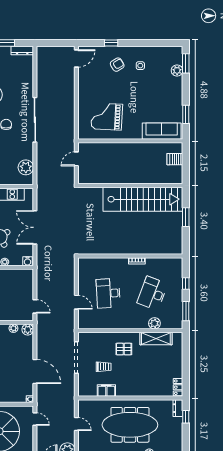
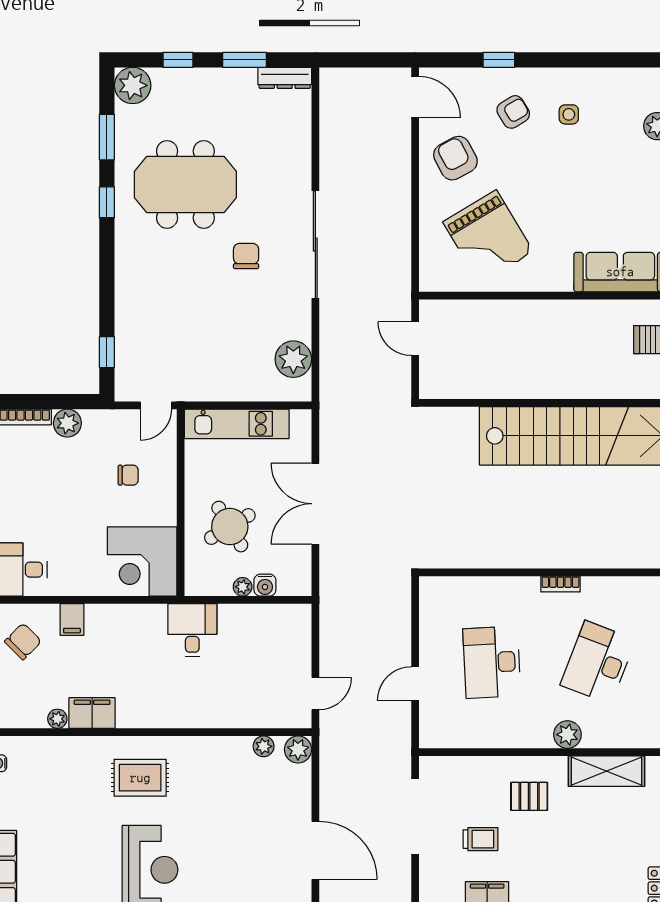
door: (76, 58) -> (415, 97), hinge flipped
armchair: (93, 84) -> (455, 158), added
grand piano: (107, 117) -> (488, 237), turned -124
door: (76, 159) -> (415, 339), hinge flipped
water cooler: (28, 261) -> (265, 585), moved
door: (76, 302) -> (415, 684), swing flipped
door: (35, 306) -> (315, 694), hinge flipped
plant: (154, 323) -> (567, 735), moved

